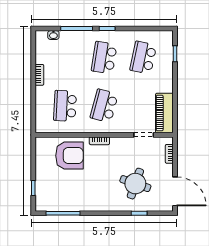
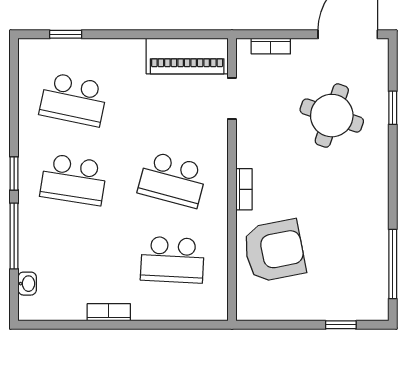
armchair: (69, 156) -> (274, 251), turned 79

